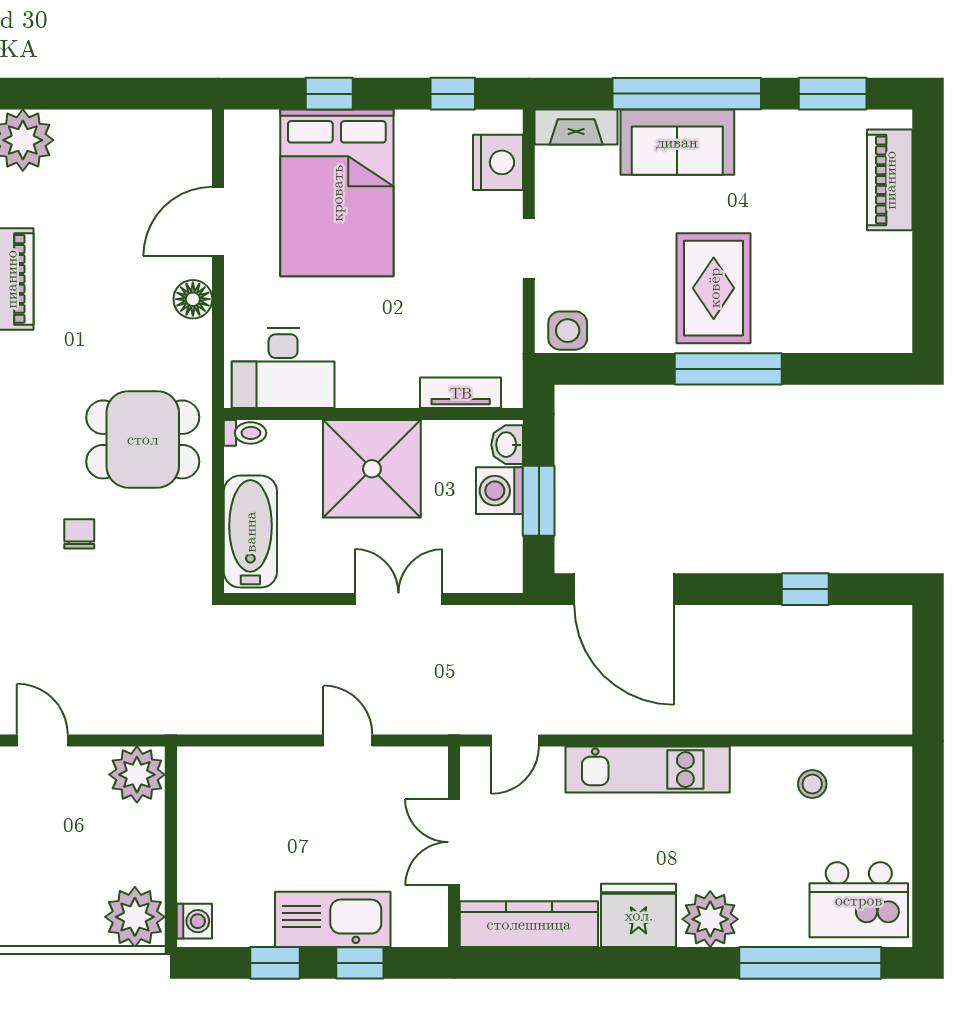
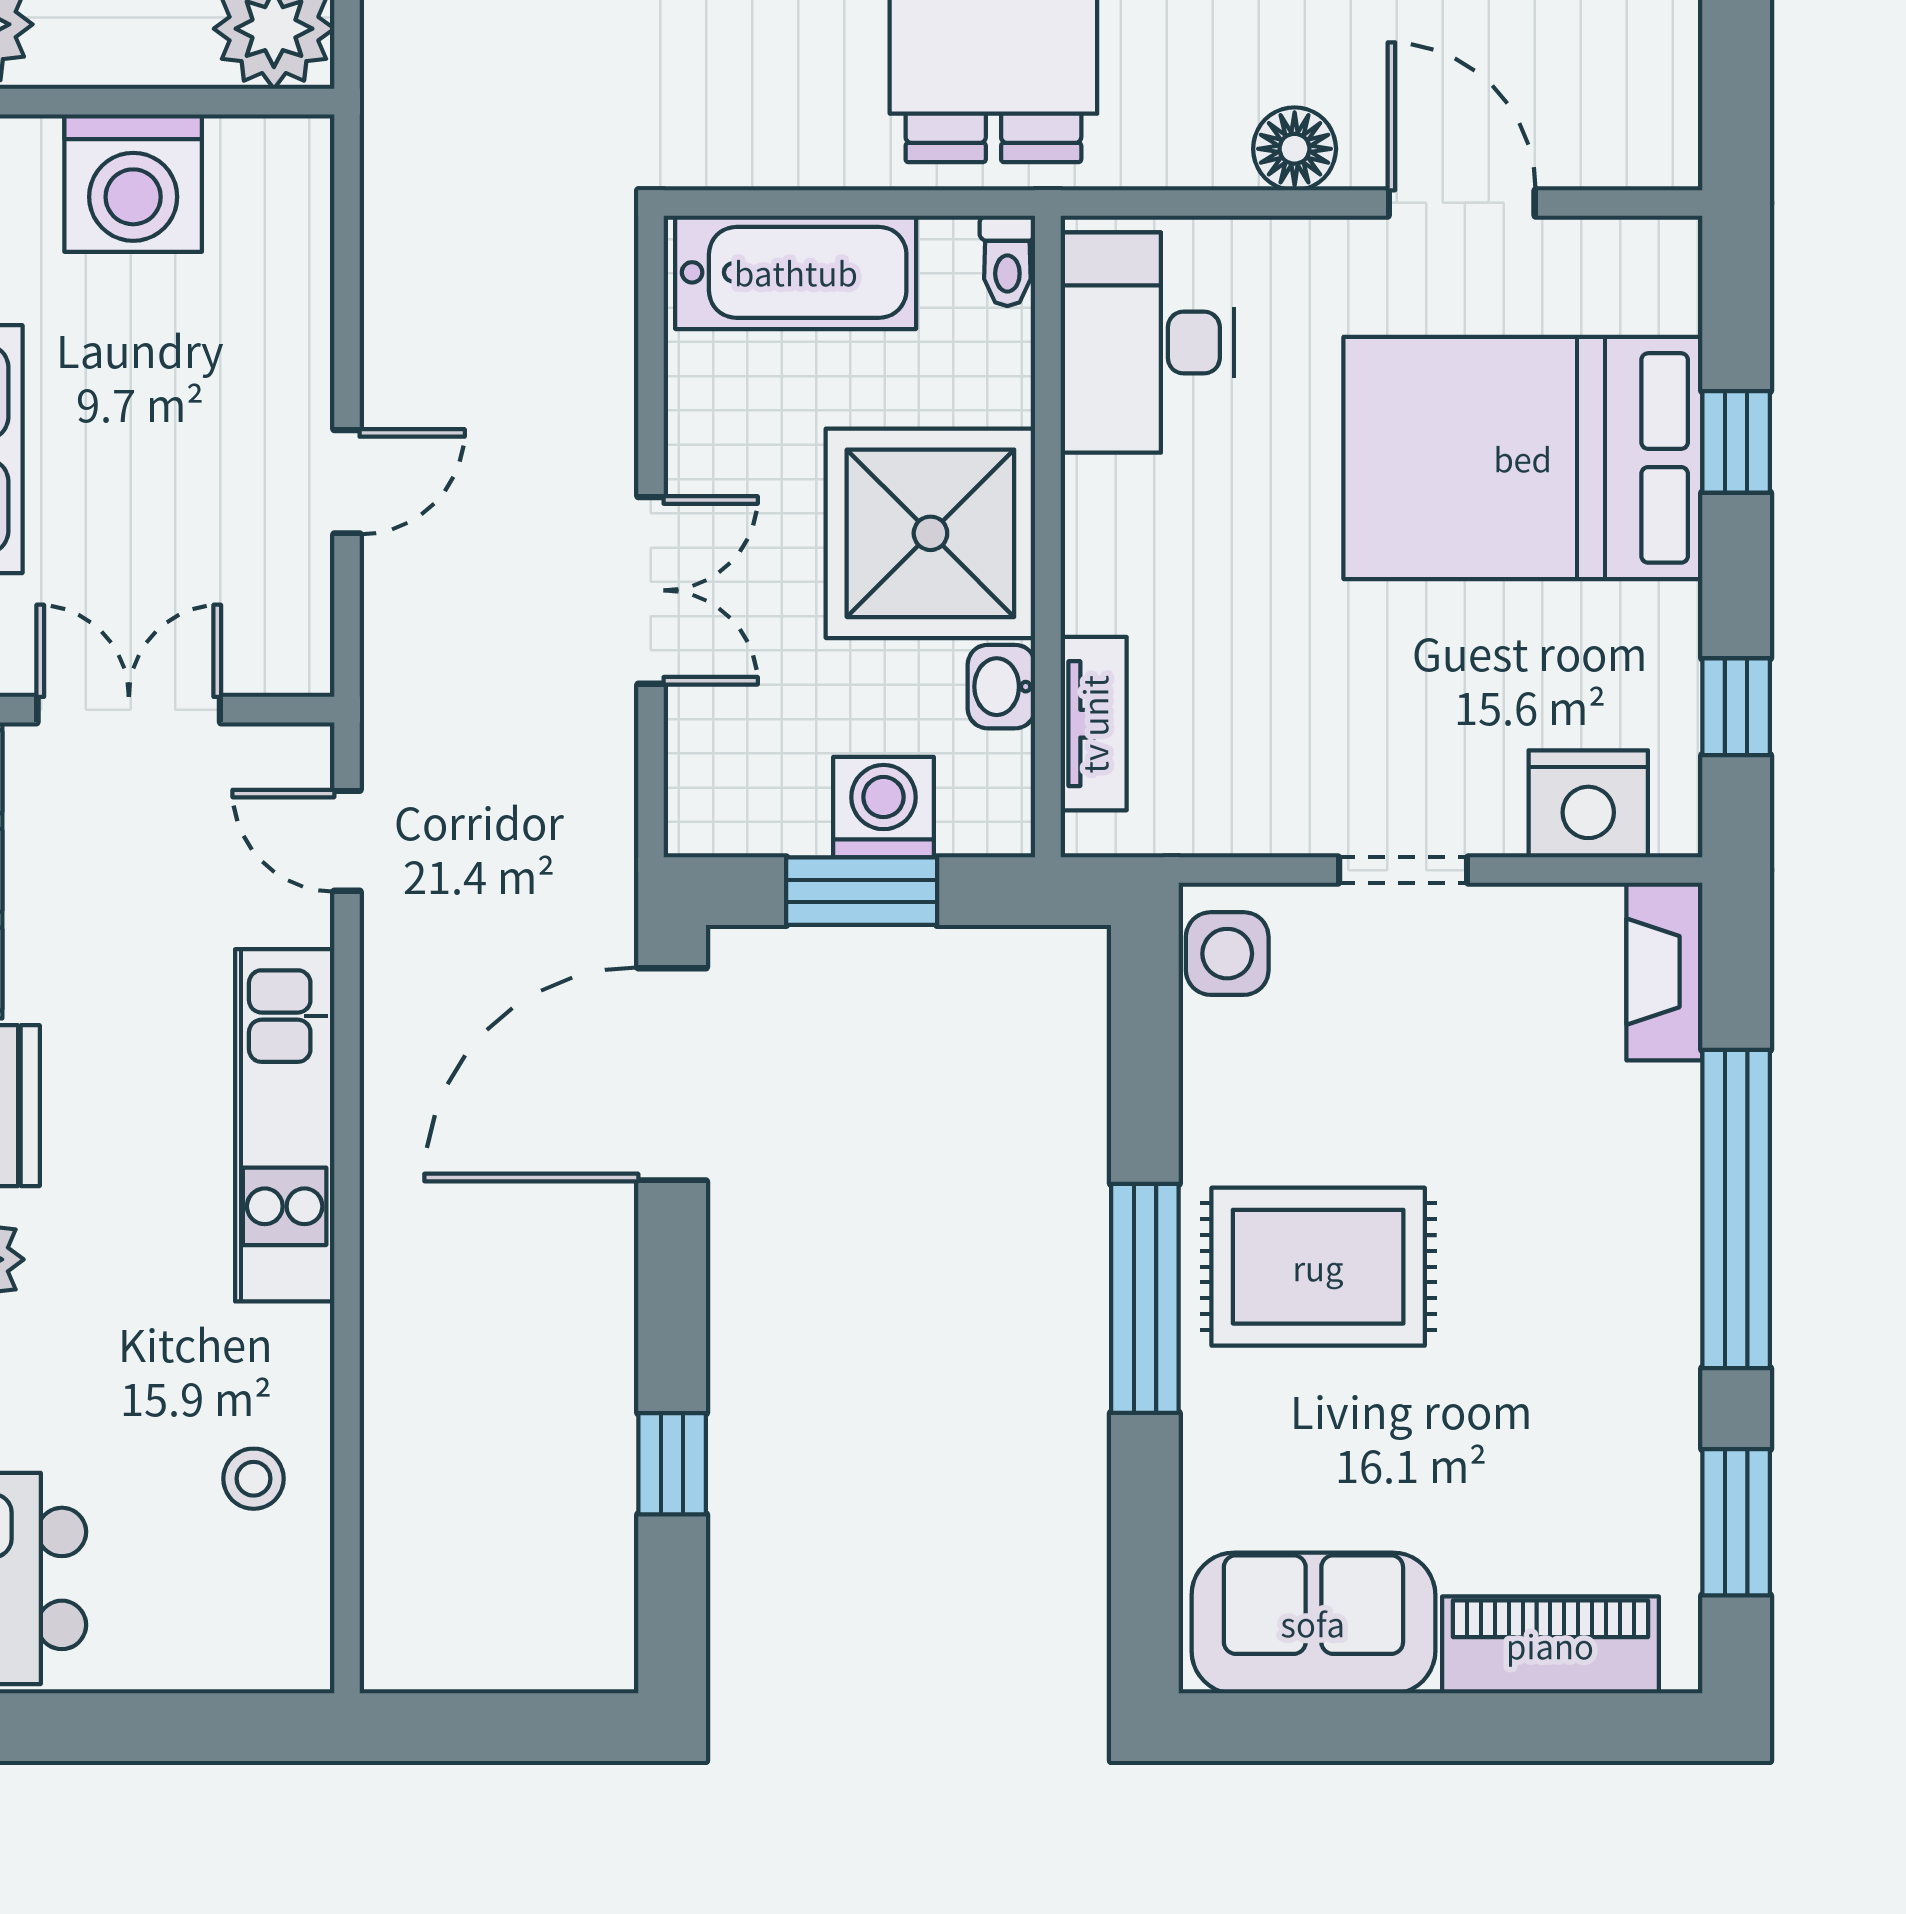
sofa: (677, 142) -> (1313, 1623), moved, turned 90
washbasin: (507, 445) -> (1001, 687), moved, turned -90
washing machine: (209, 840) -> (133, 183), added

